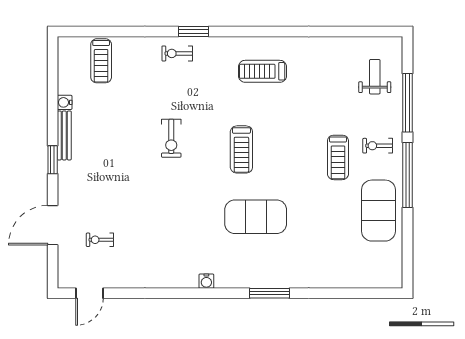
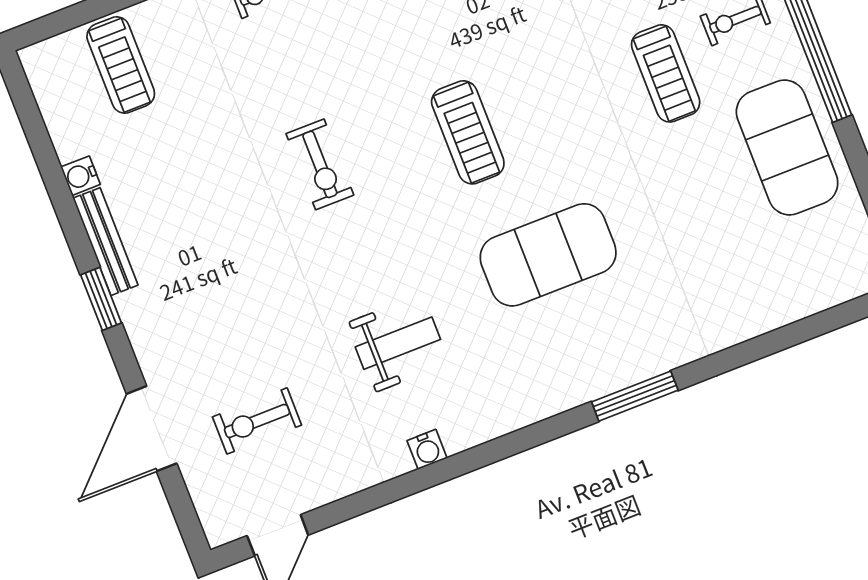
weight bench: (175, 230) -> (398, 343), added
exercise bike: (100, 240) -> (257, 421), width x1.38, depth x1.39
water cooler: (206, 281) -> (427, 449), moved

